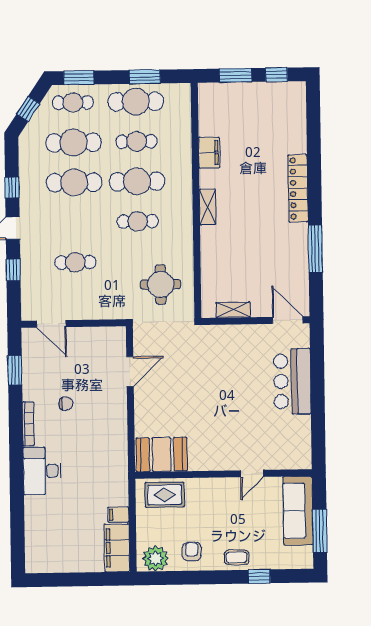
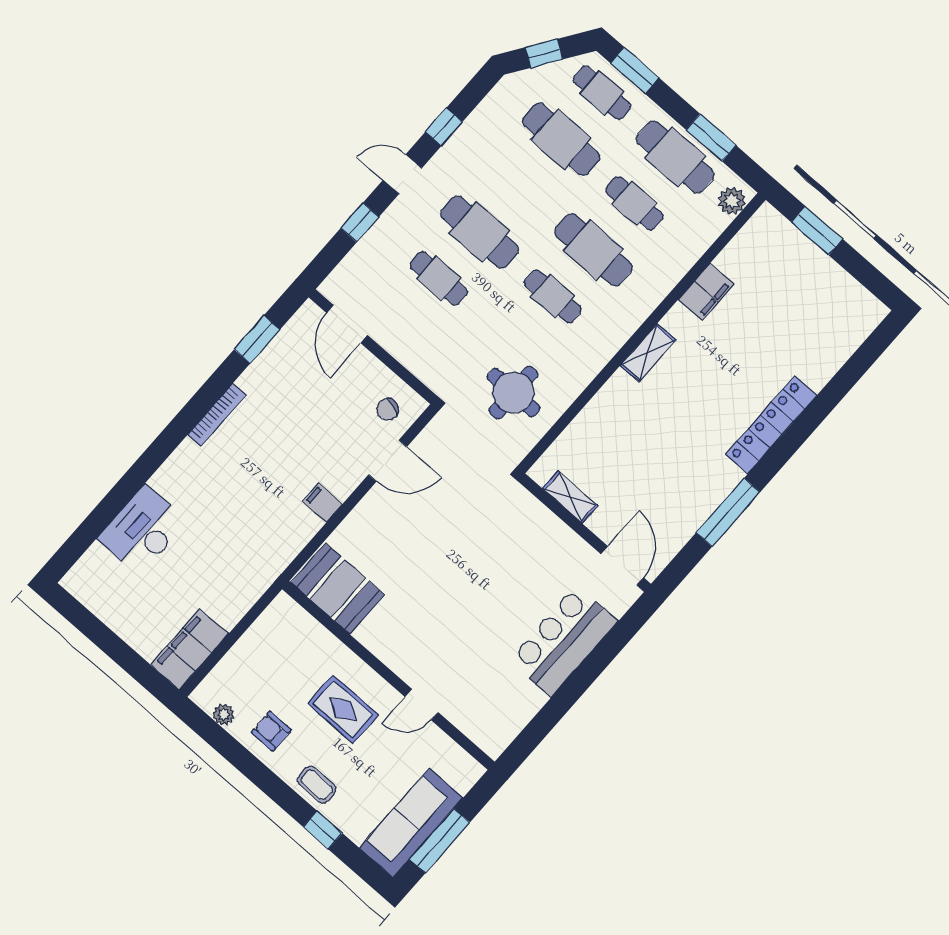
window: (277, 75) -> (865, 273), removed
plant: (182, 98) -> (732, 201), added
cafe table: (74, 182) -> (480, 232), moved
chair: (66, 404) -> (388, 409), moved, turned 108
desk: (42, 471) -> (142, 530), moved
rug: (165, 495) -> (343, 709), moved
sofa: (298, 511) -> (411, 823), moved
filing cabinet: (118, 515) -> (322, 503), moved
armchair: (192, 551) -> (271, 731), turned -90
plant: (156, 558) -> (224, 715), width x0.53, depth x0.53

